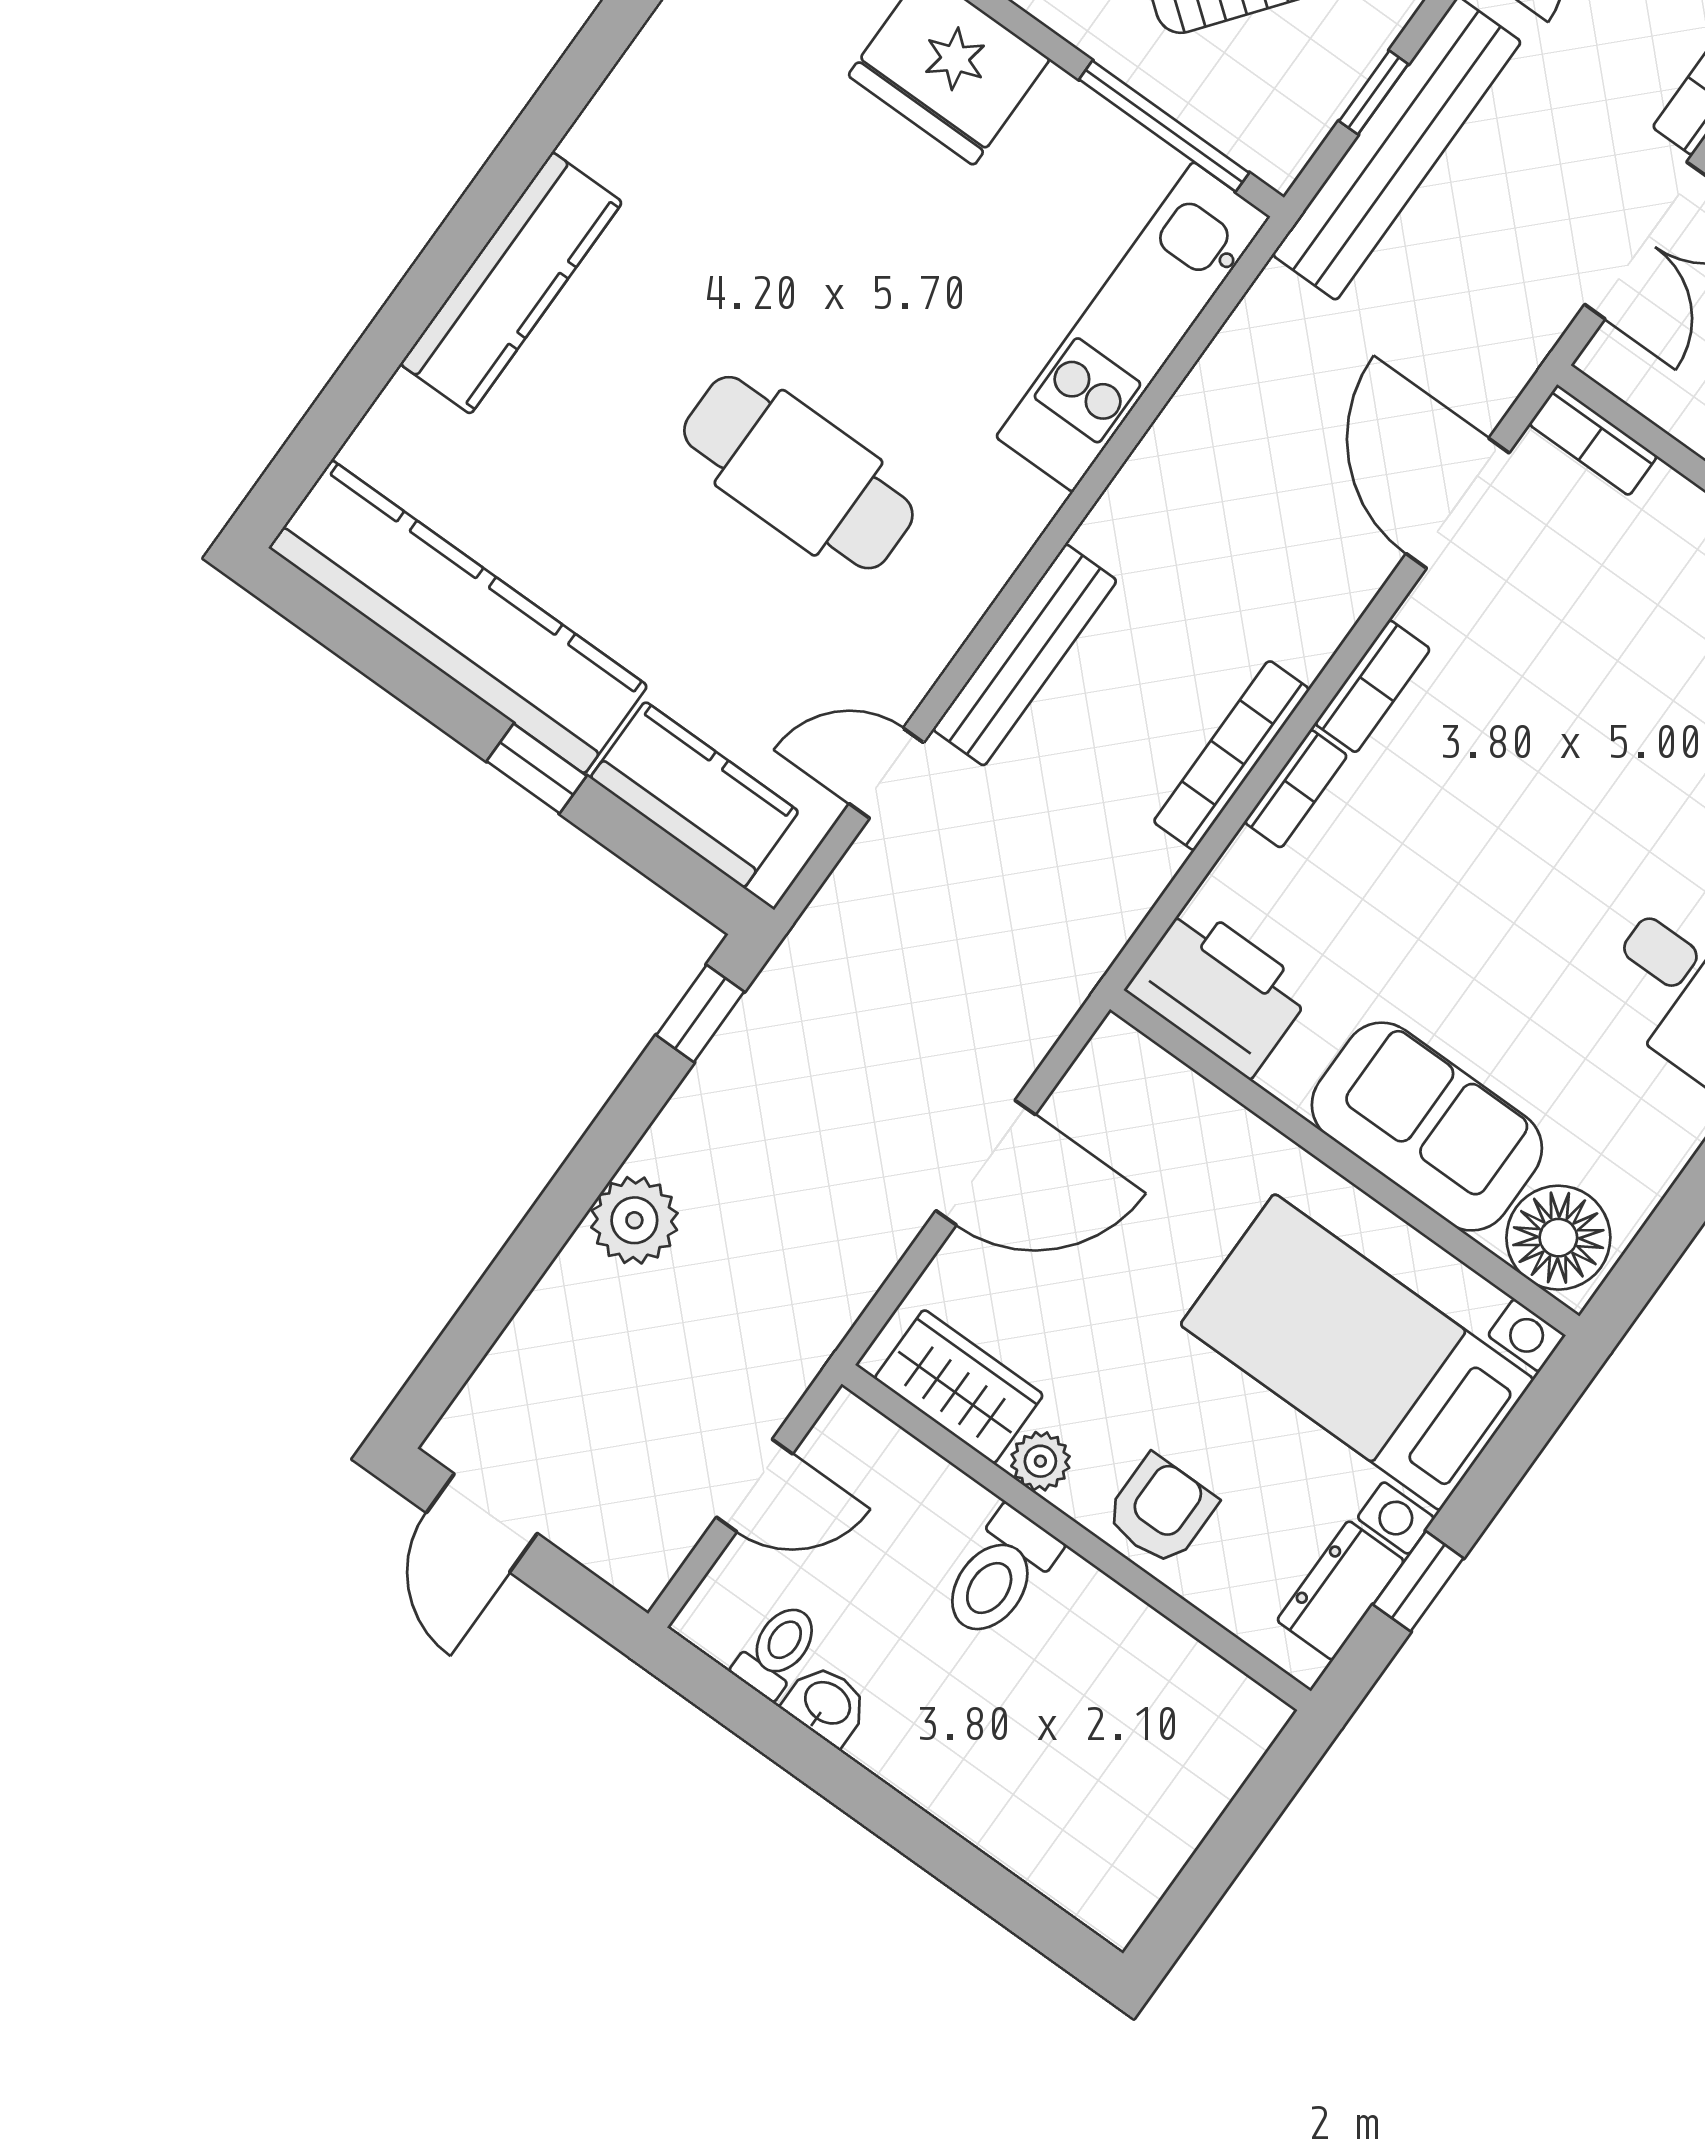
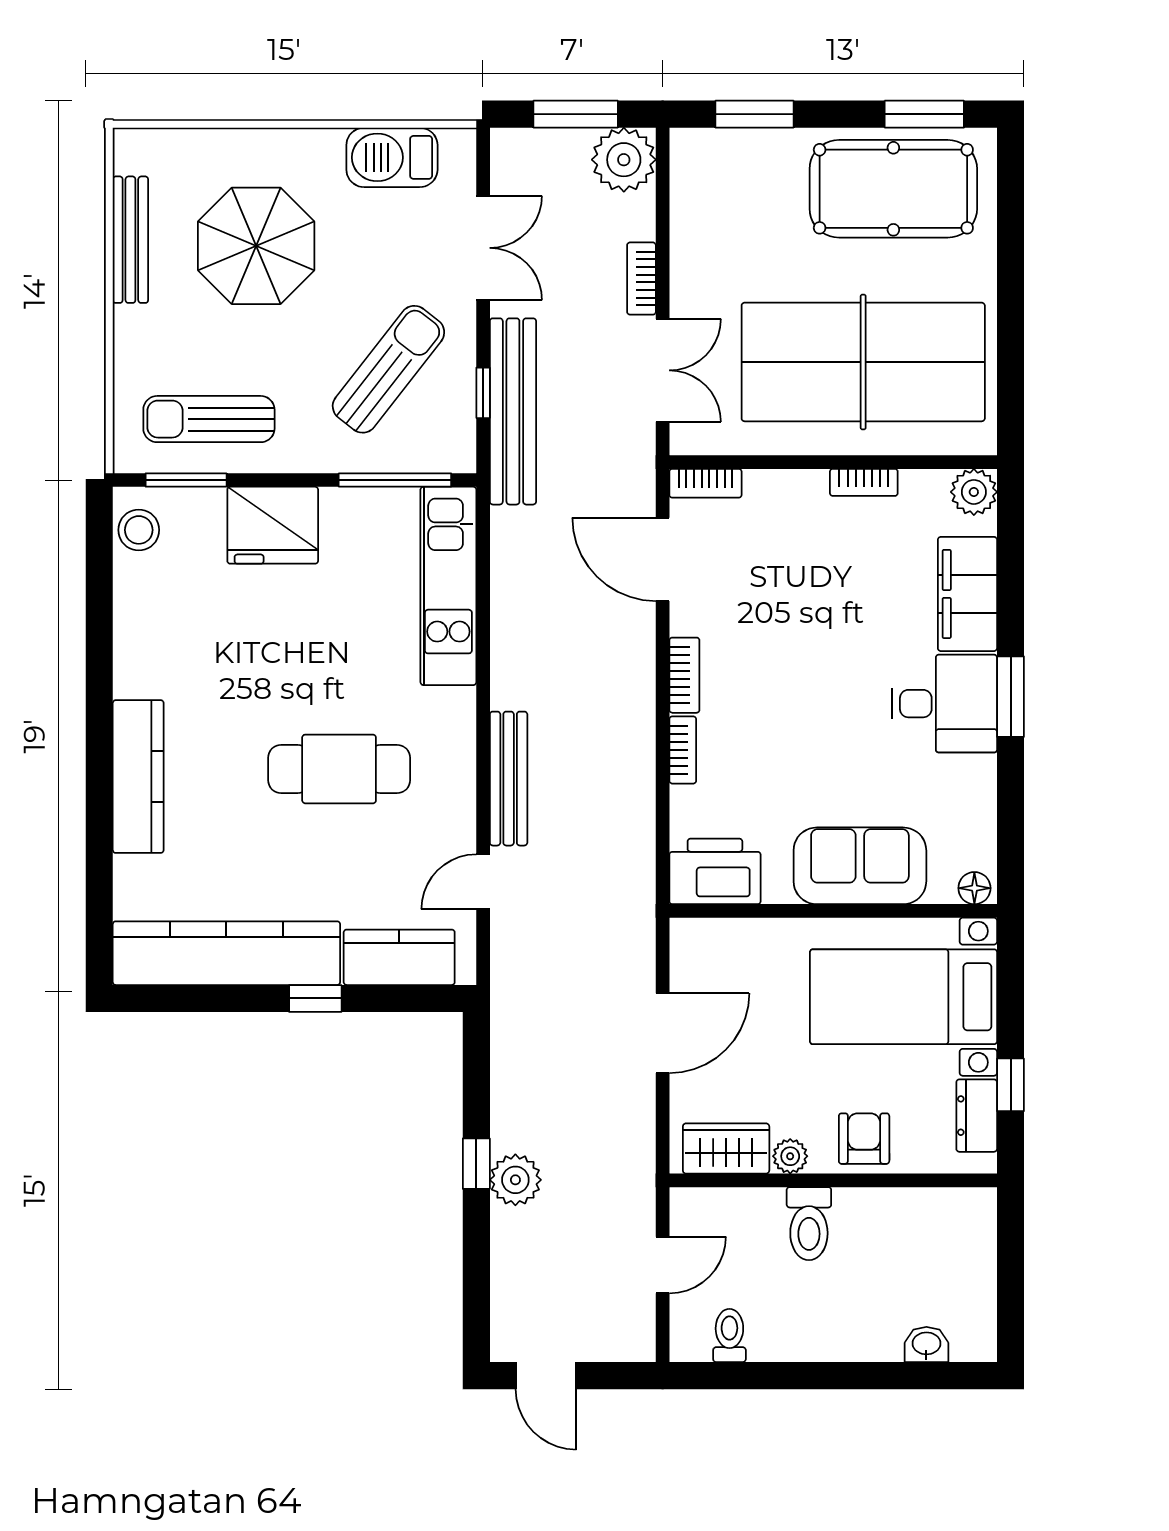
bookcase: (1232, 755) -> (641, 756), removed
window: (700, 1013) -> (476, 1164), moved
floor lamp: (1558, 1238) -> (974, 888), width x0.53, depth x0.53
washbasin: (827, 1704) -> (926, 1344), moved

